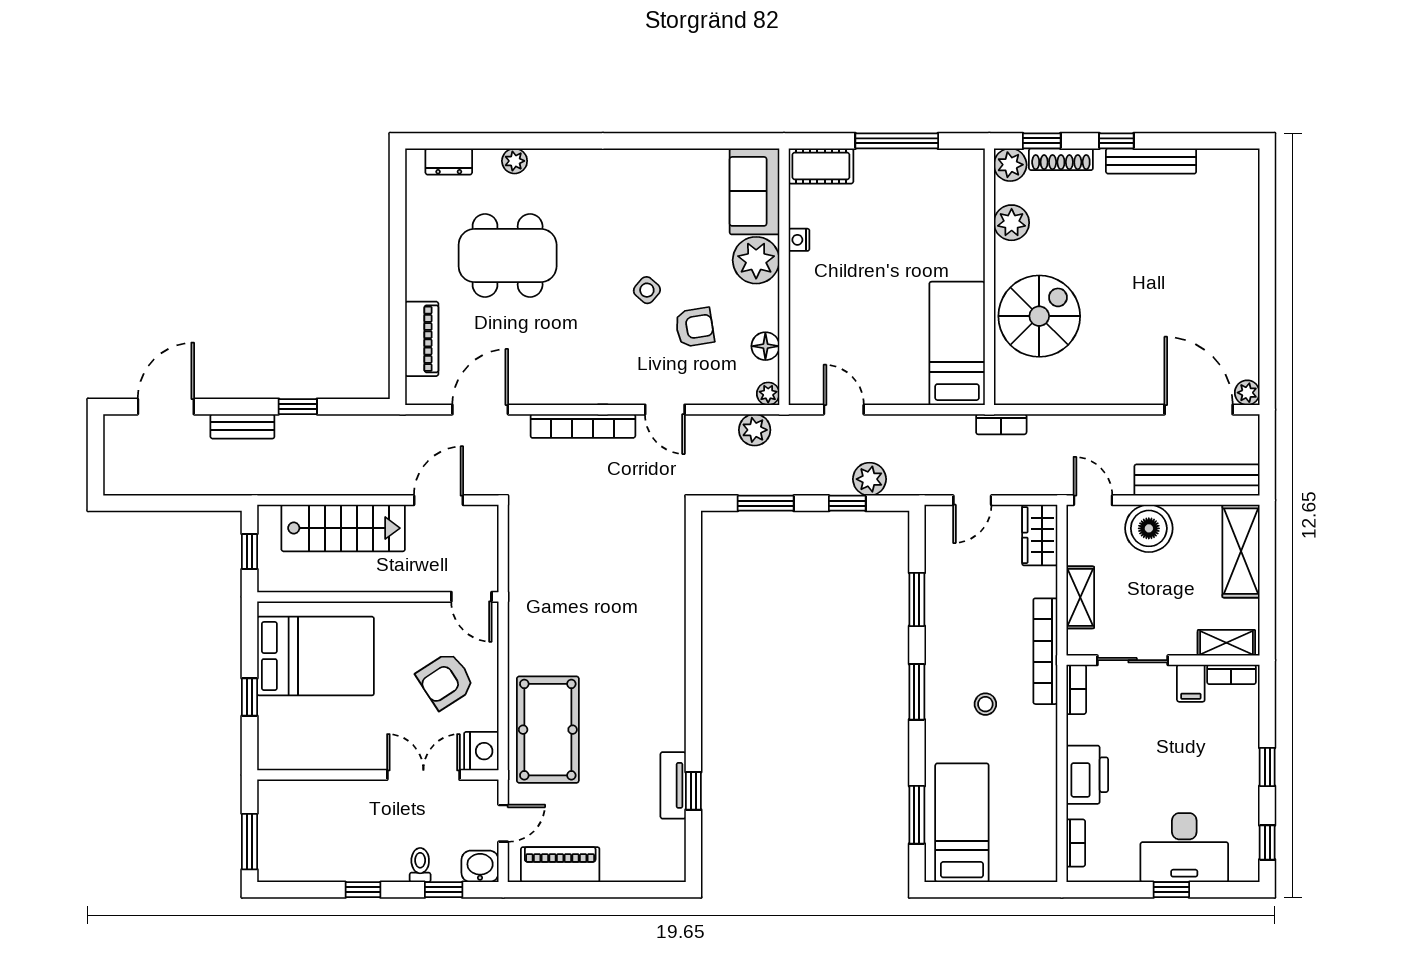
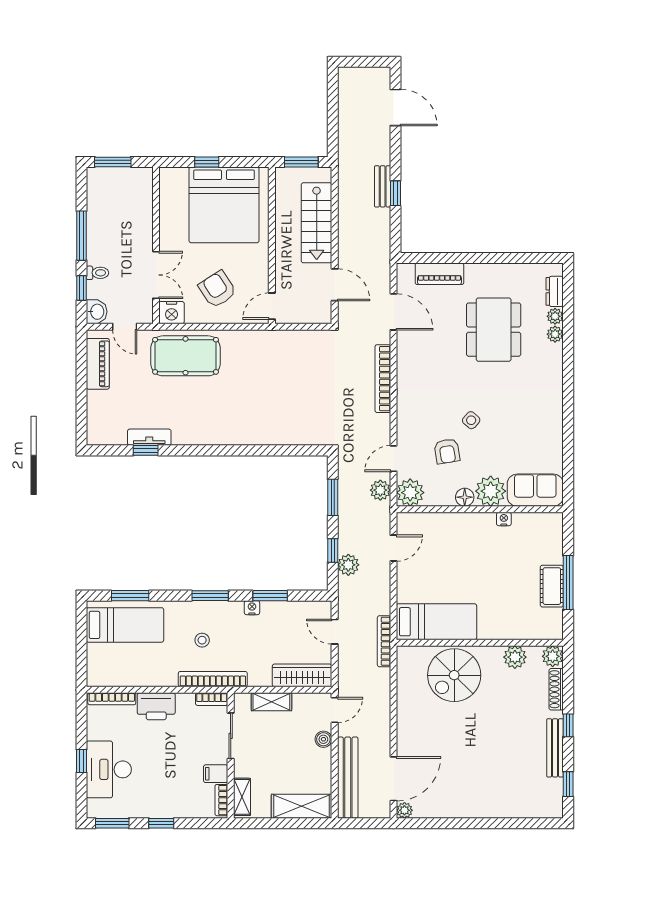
window: (1042, 141) -> (568, 784), moved
plant: (487, 161) -> (555, 316), added
cot: (821, 166) -> (552, 586), moved
spiral stairs: (1039, 316) -> (454, 675), turned 90
floor lamp: (765, 346) -> (465, 497), moved
plant: (768, 394) -> (410, 493), width x1.87, depth x1.87
door: (665, 410) -> (393, 459), moved
bookcase: (1001, 424) -> (384, 641), width x1.56
bench: (242, 426) -> (383, 186), moved
boiler: (1149, 528) -> (323, 739), width x0.54, depth x0.54
wardrobe: (1040, 535) -> (302, 675), width x1.50
window: (250, 551) -> (301, 162), width x1.50
nightstand: (935, 627) -> (252, 608), added
bookcase: (1045, 651) -> (213, 679), moved
bed: (316, 656) -> (224, 205), width x1.36
window: (1267, 842) -> (112, 823), width x1.50
bookcase: (1076, 843) -> (112, 699), width x1.56
window: (363, 890) -> (81, 236), width x2.17

